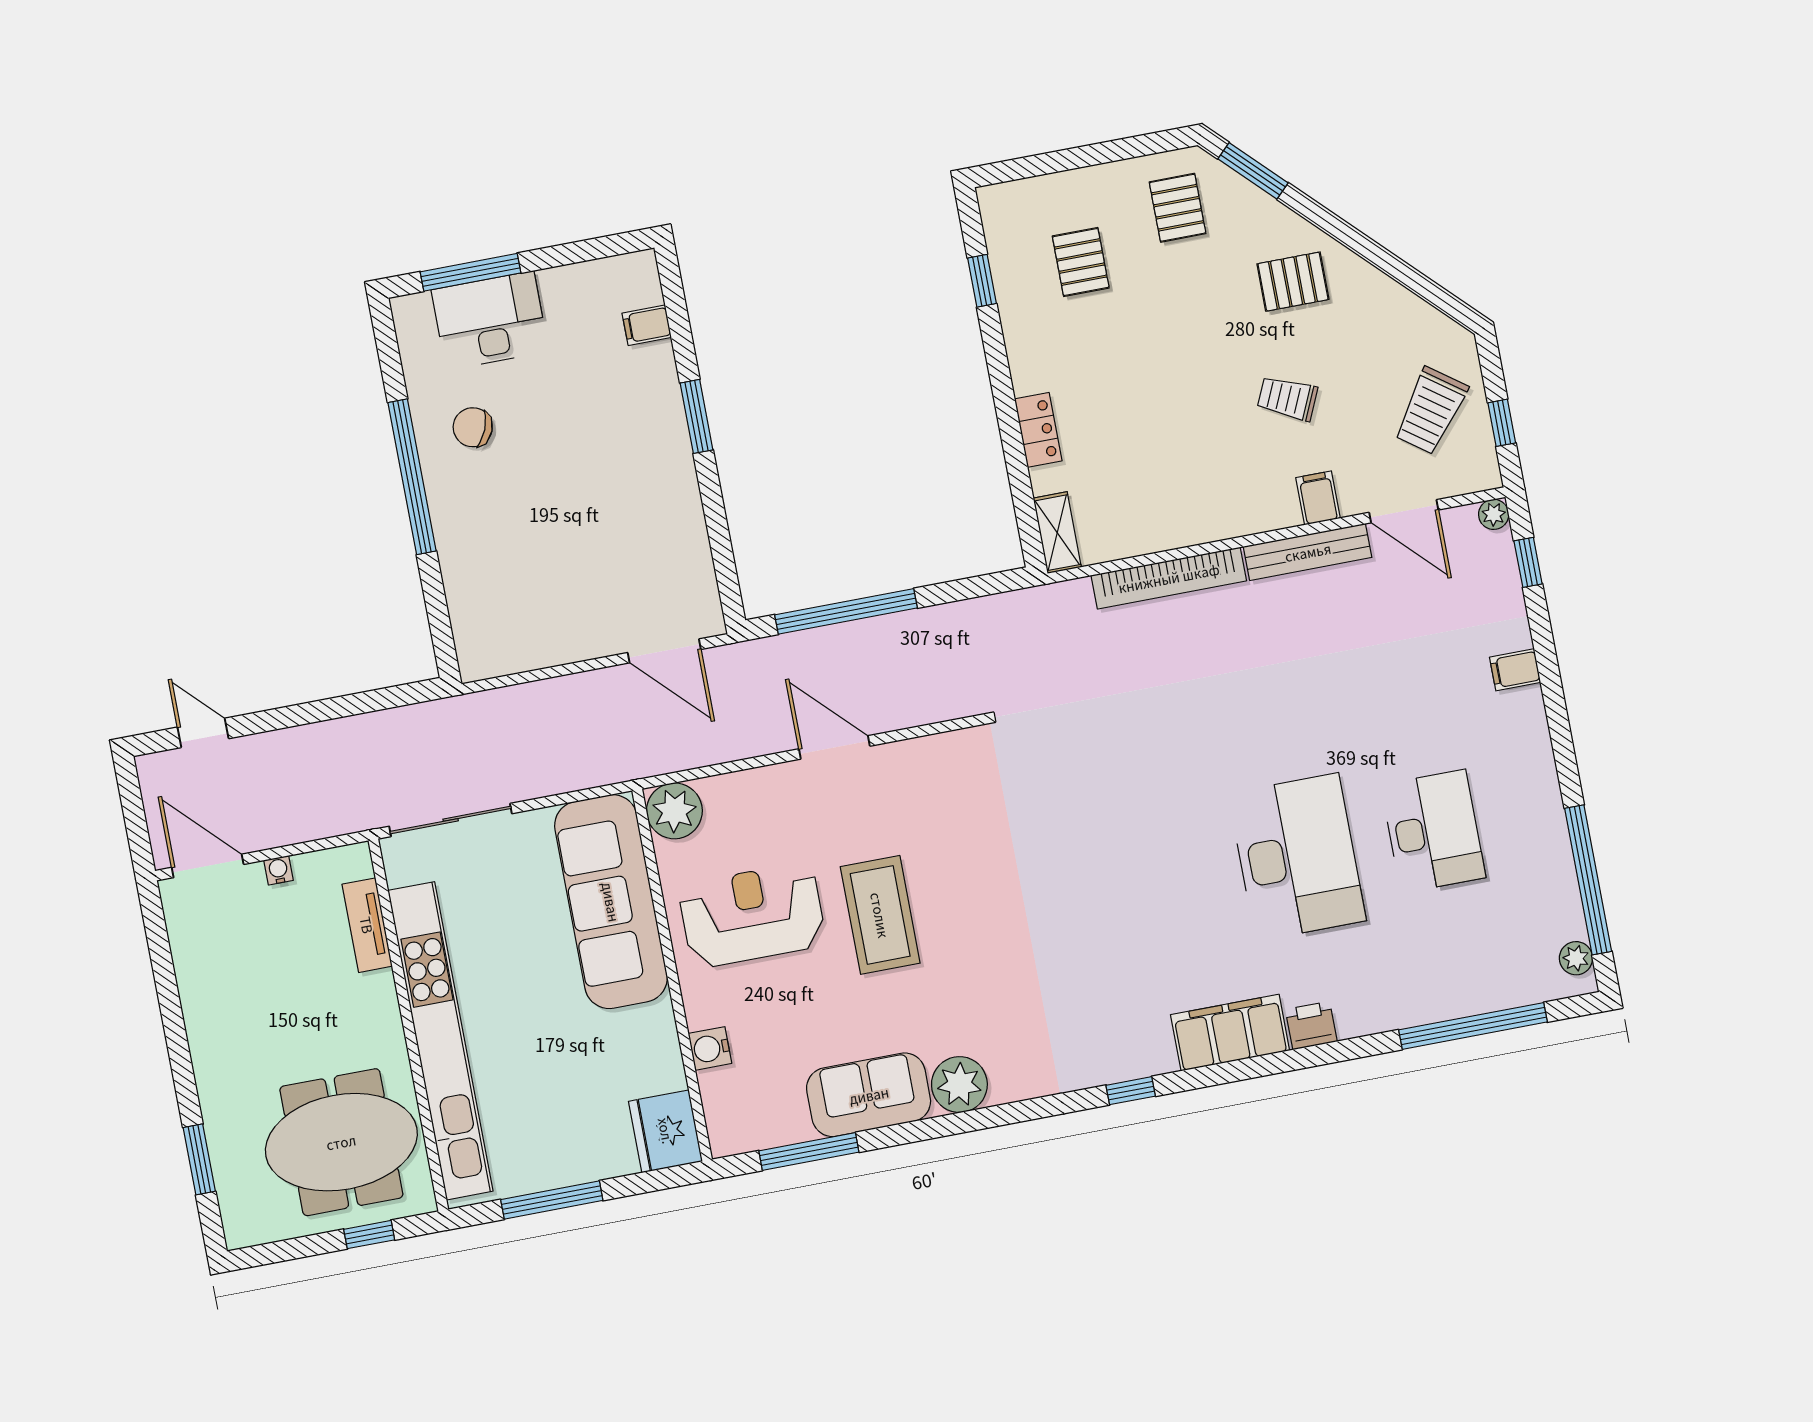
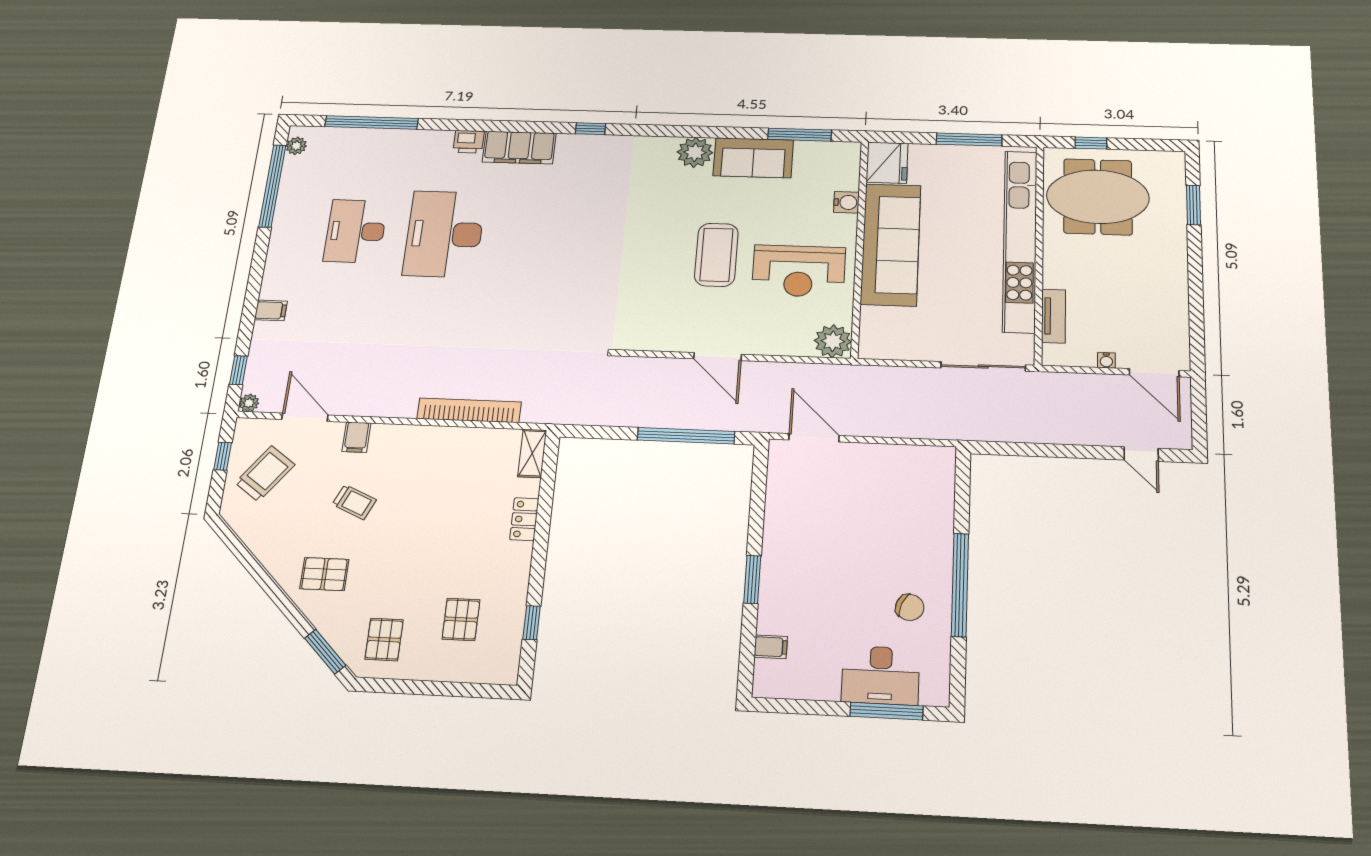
bench: (1308, 552) -> (375, 406), removed
sofa: (611, 902) -> (891, 244), moved

